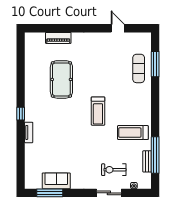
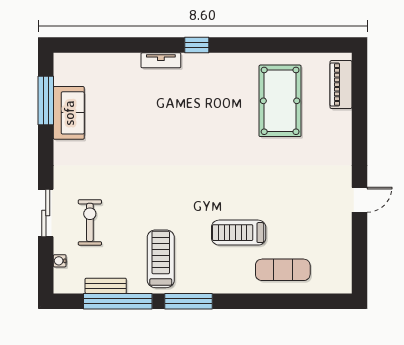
door: (118, 28) -> (359, 200), moved
piano: (58, 38) -> (341, 85), moved
window: (155, 64) -> (188, 301), moved
pool table: (61, 79) -> (280, 101), moved, turned 90
treadmill: (98, 111) -> (239, 233), moved

